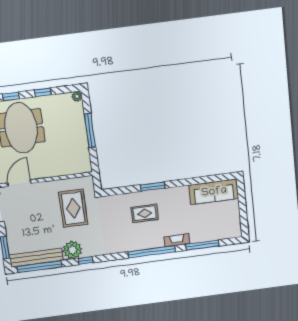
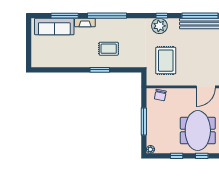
chair: (74, 166) -> (160, 95), added
sofa: (214, 192) -> (54, 27), moved, turned 180
plant: (73, 250) -> (159, 26), moved

